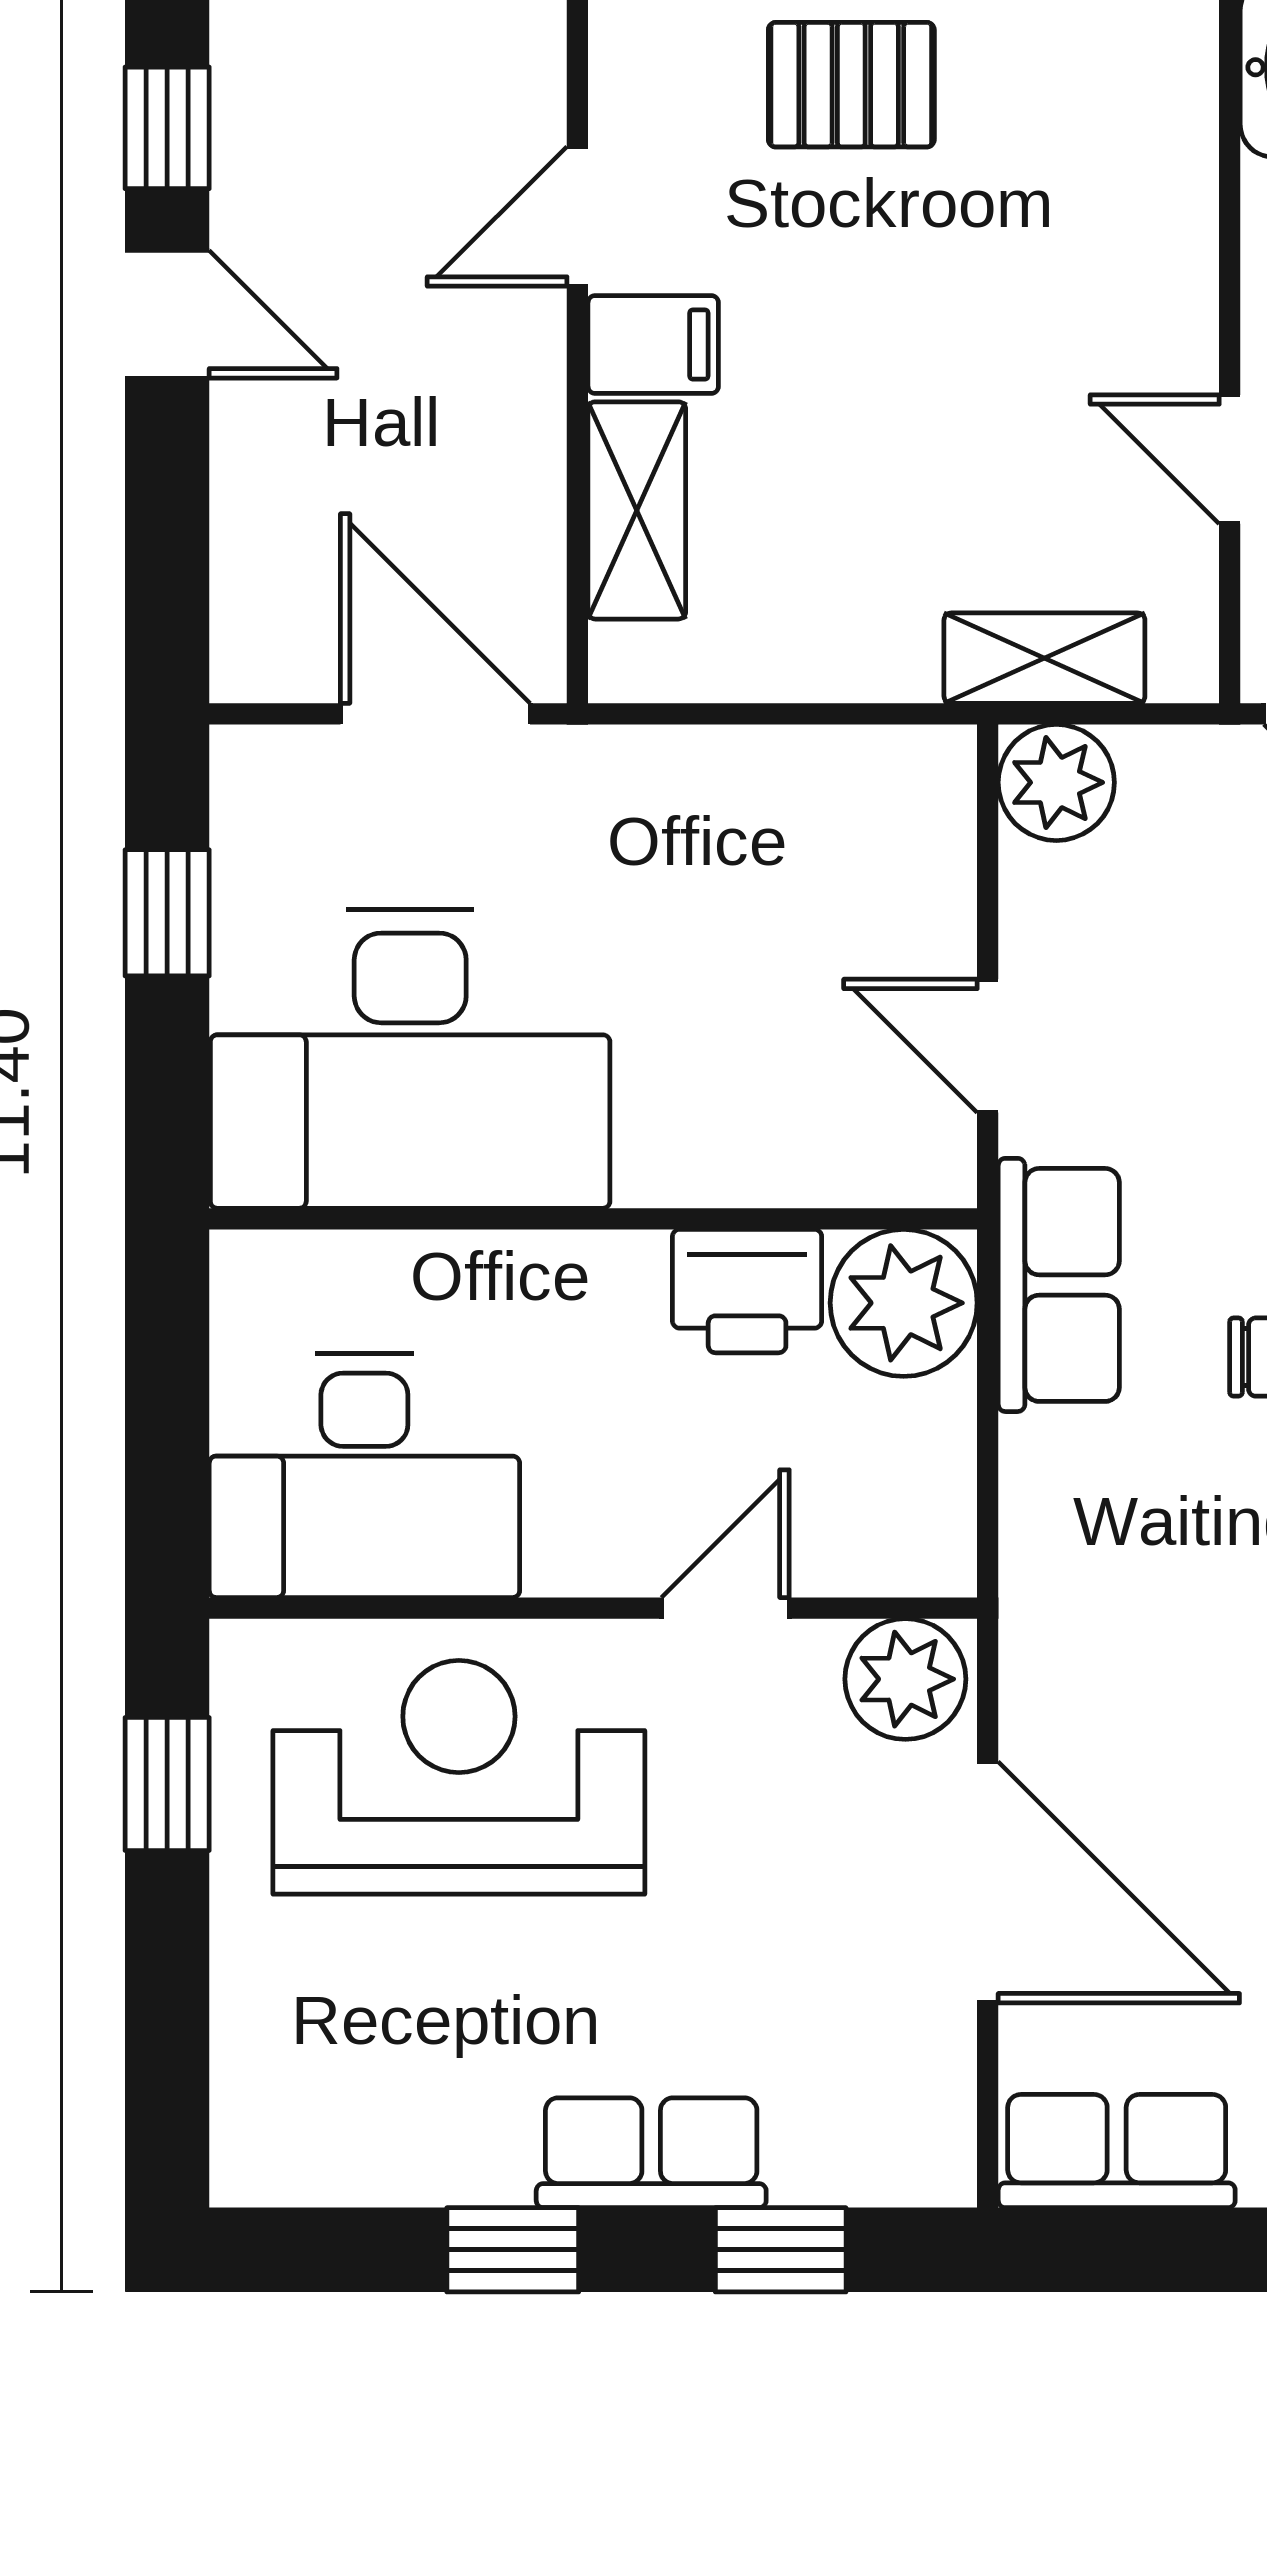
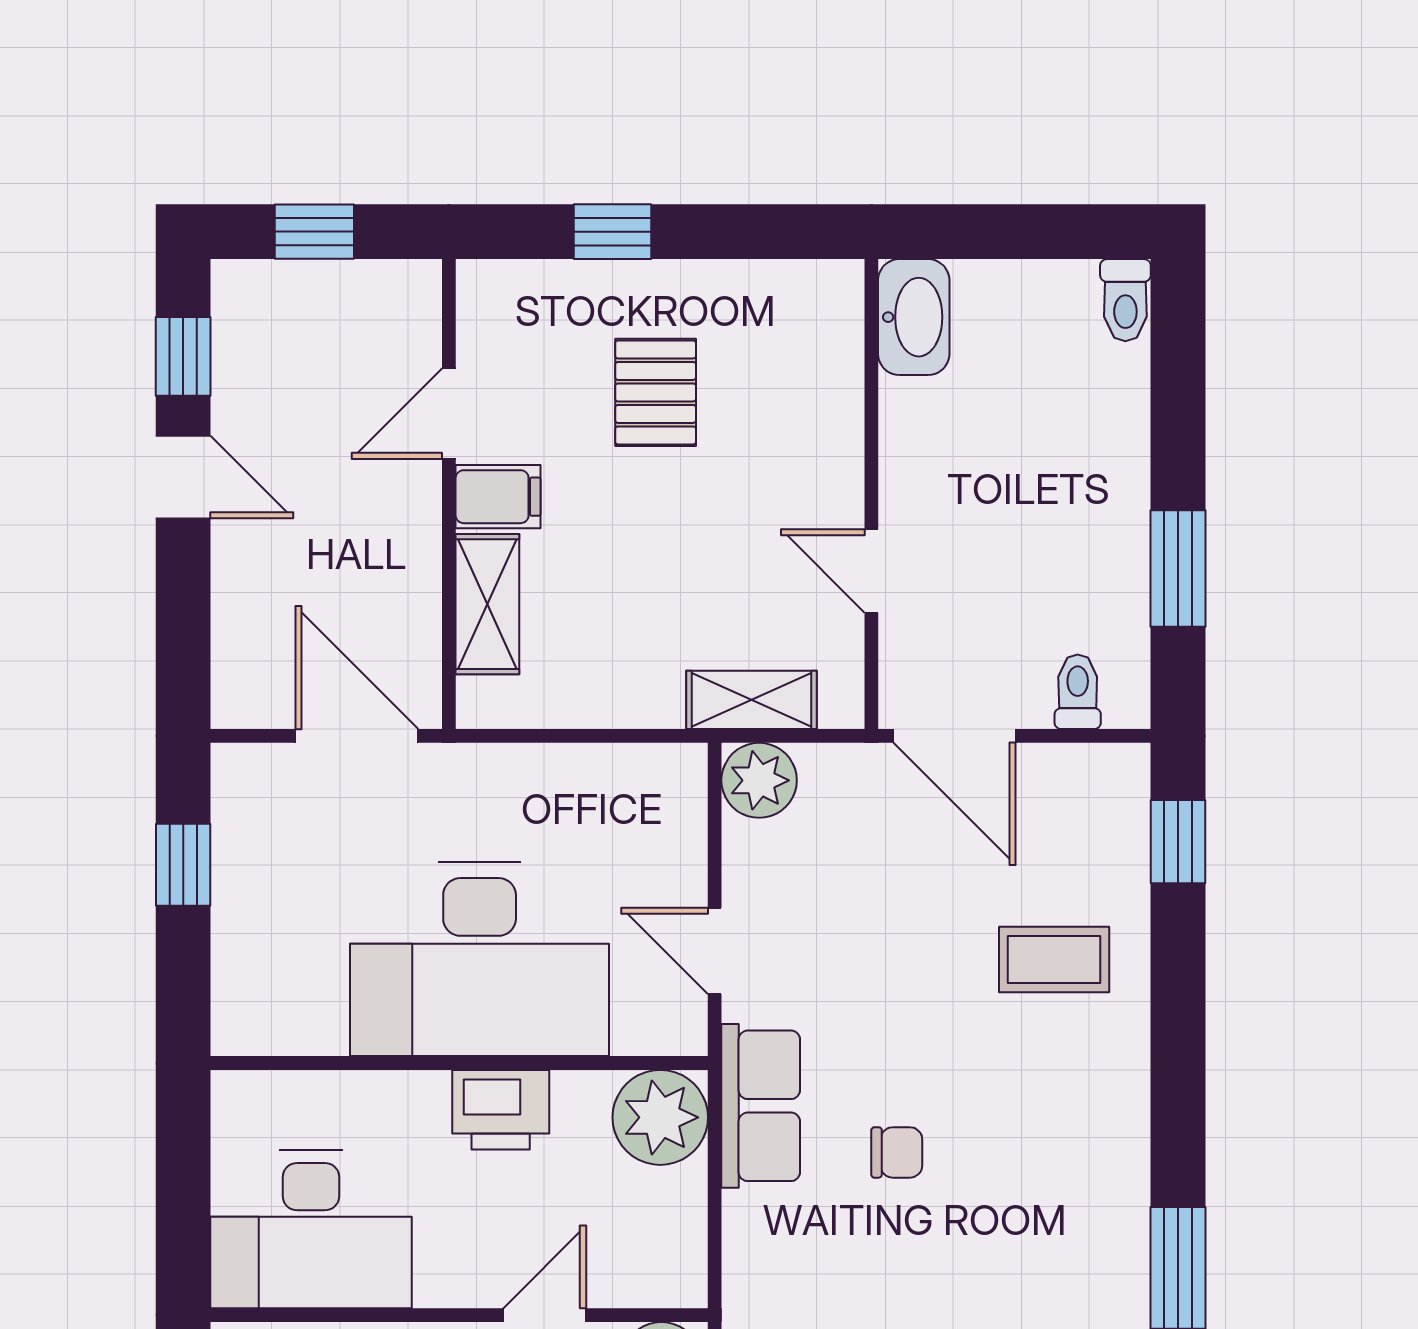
pallet: (851, 85) -> (656, 392), moved, turned 90
desk: (410, 1059) -> (480, 959), moved
printer: (747, 1291) -> (501, 1110), moved

